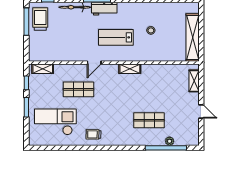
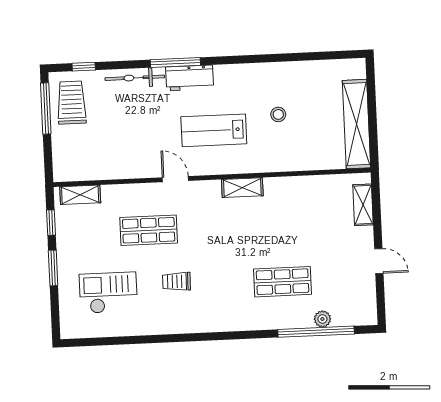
door: (94, 63) -> (175, 179), swing flipped
checkout: (55, 122) -> (108, 293), width x0.73, depth x0.83
trolley: (93, 134) -> (176, 281), moved

